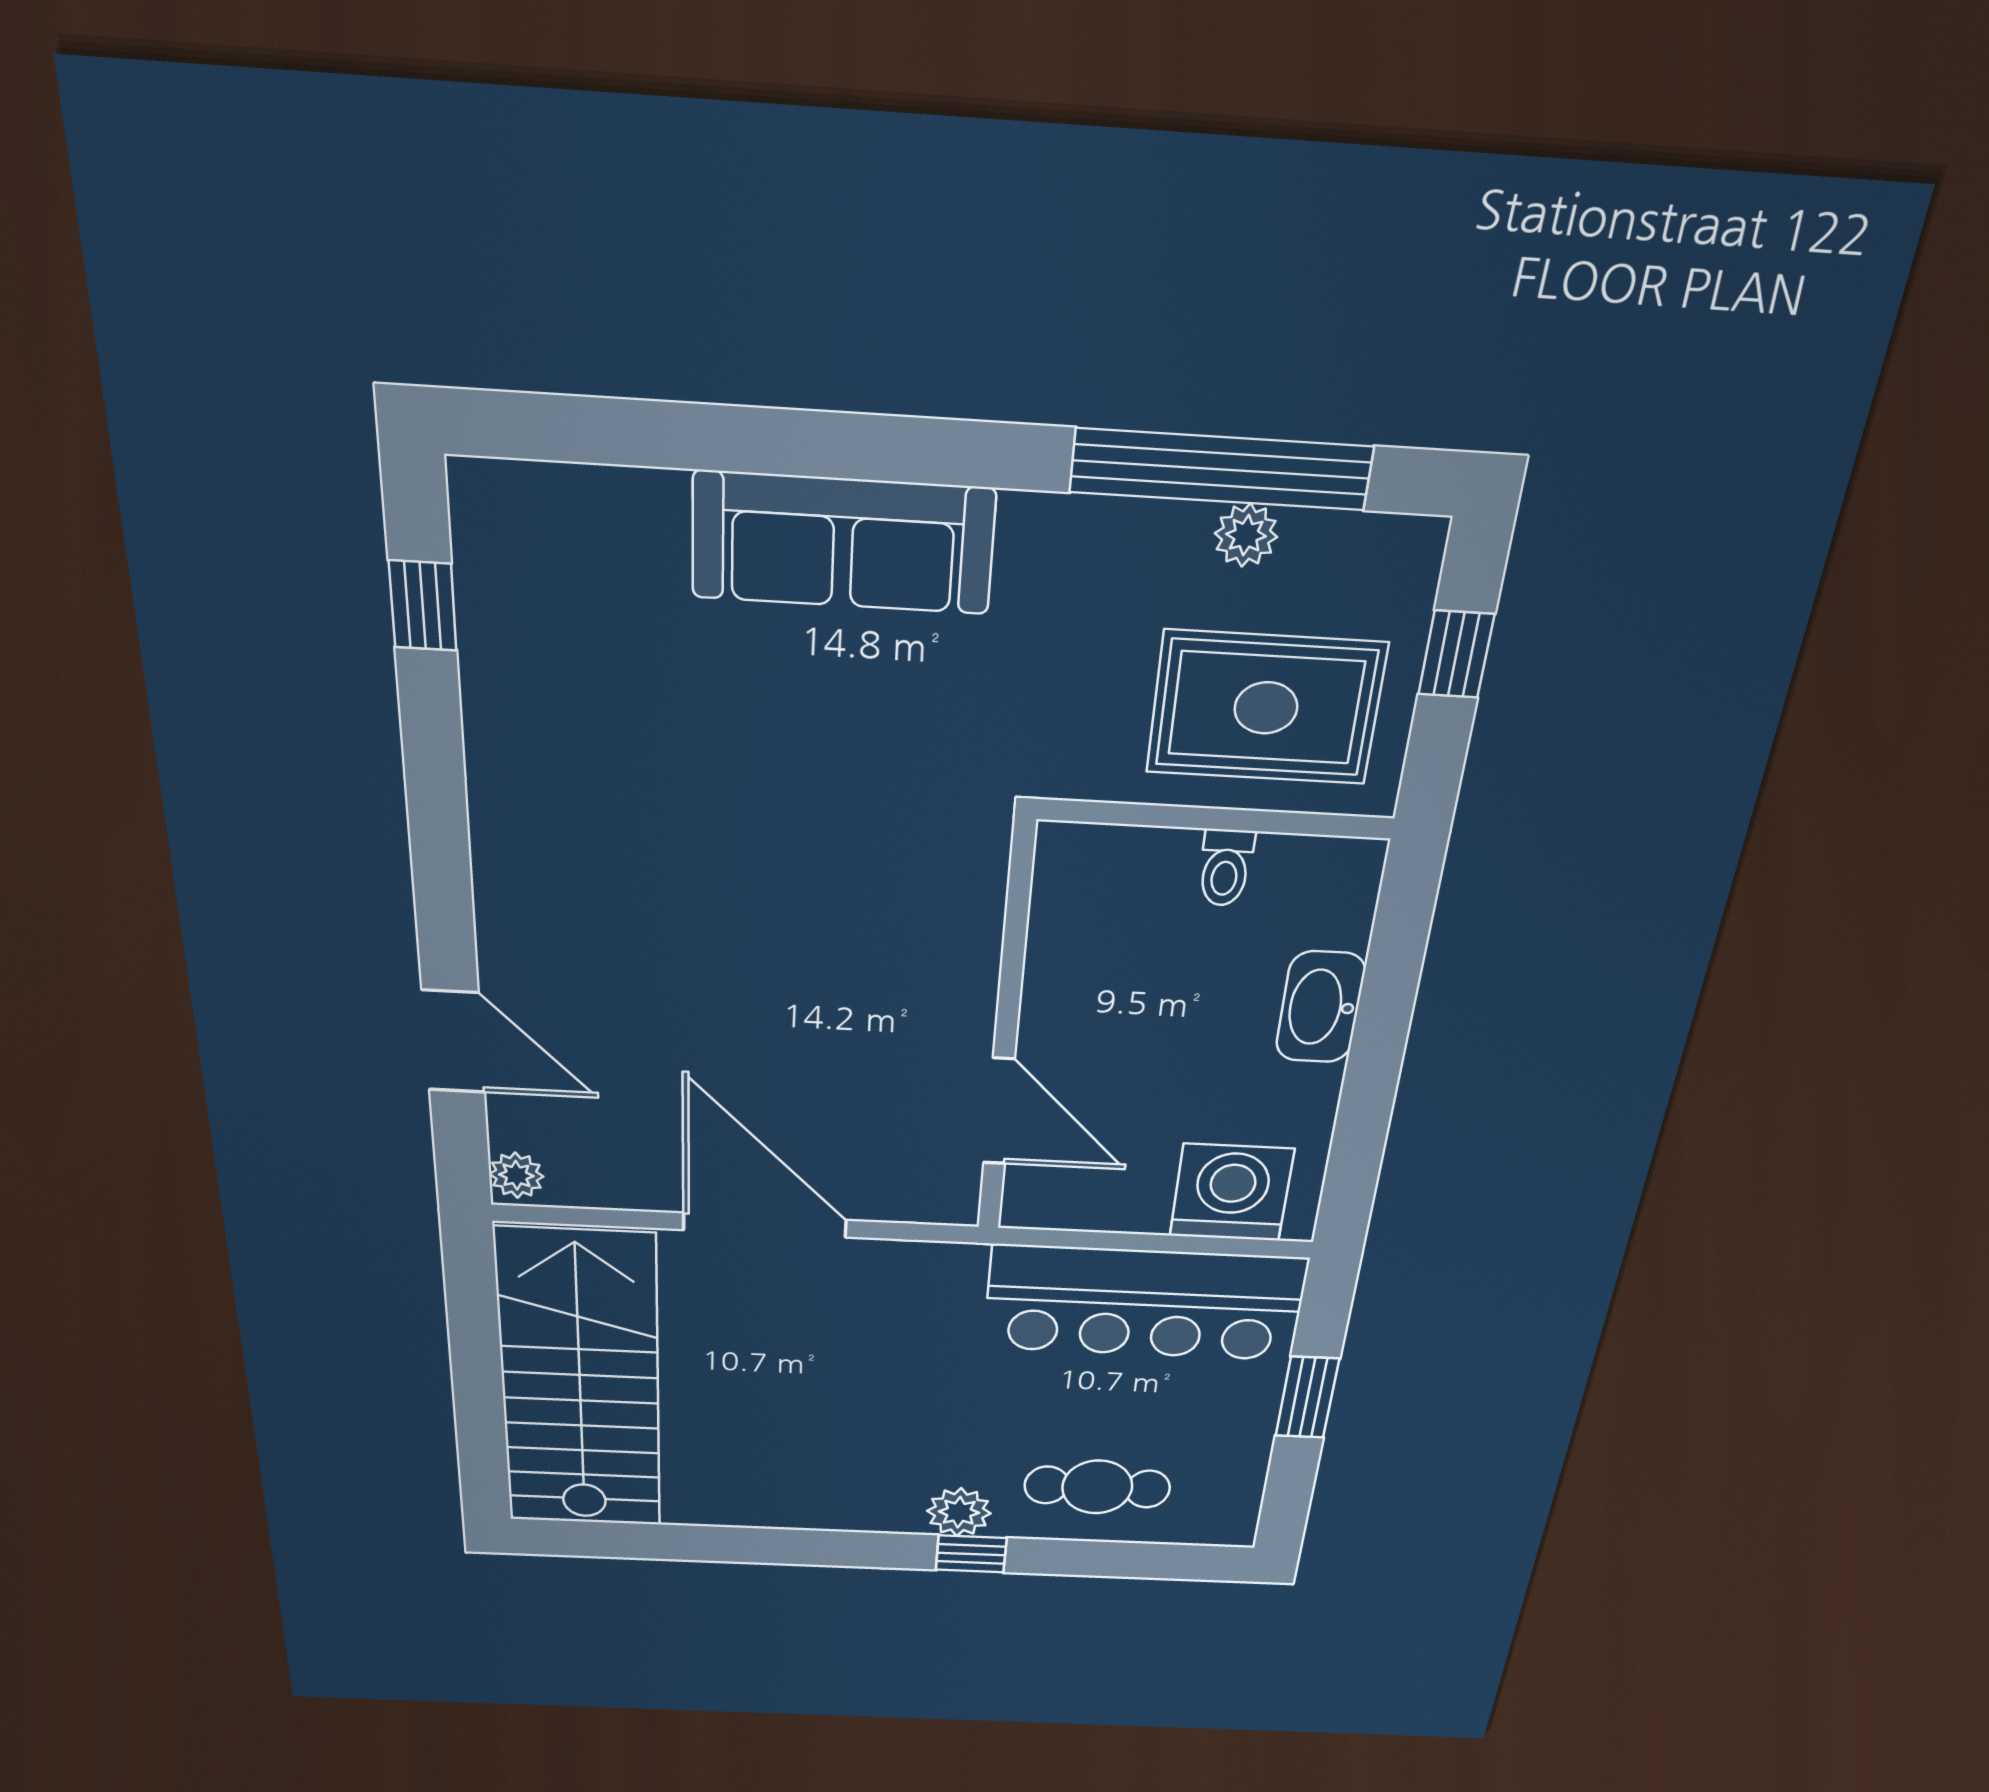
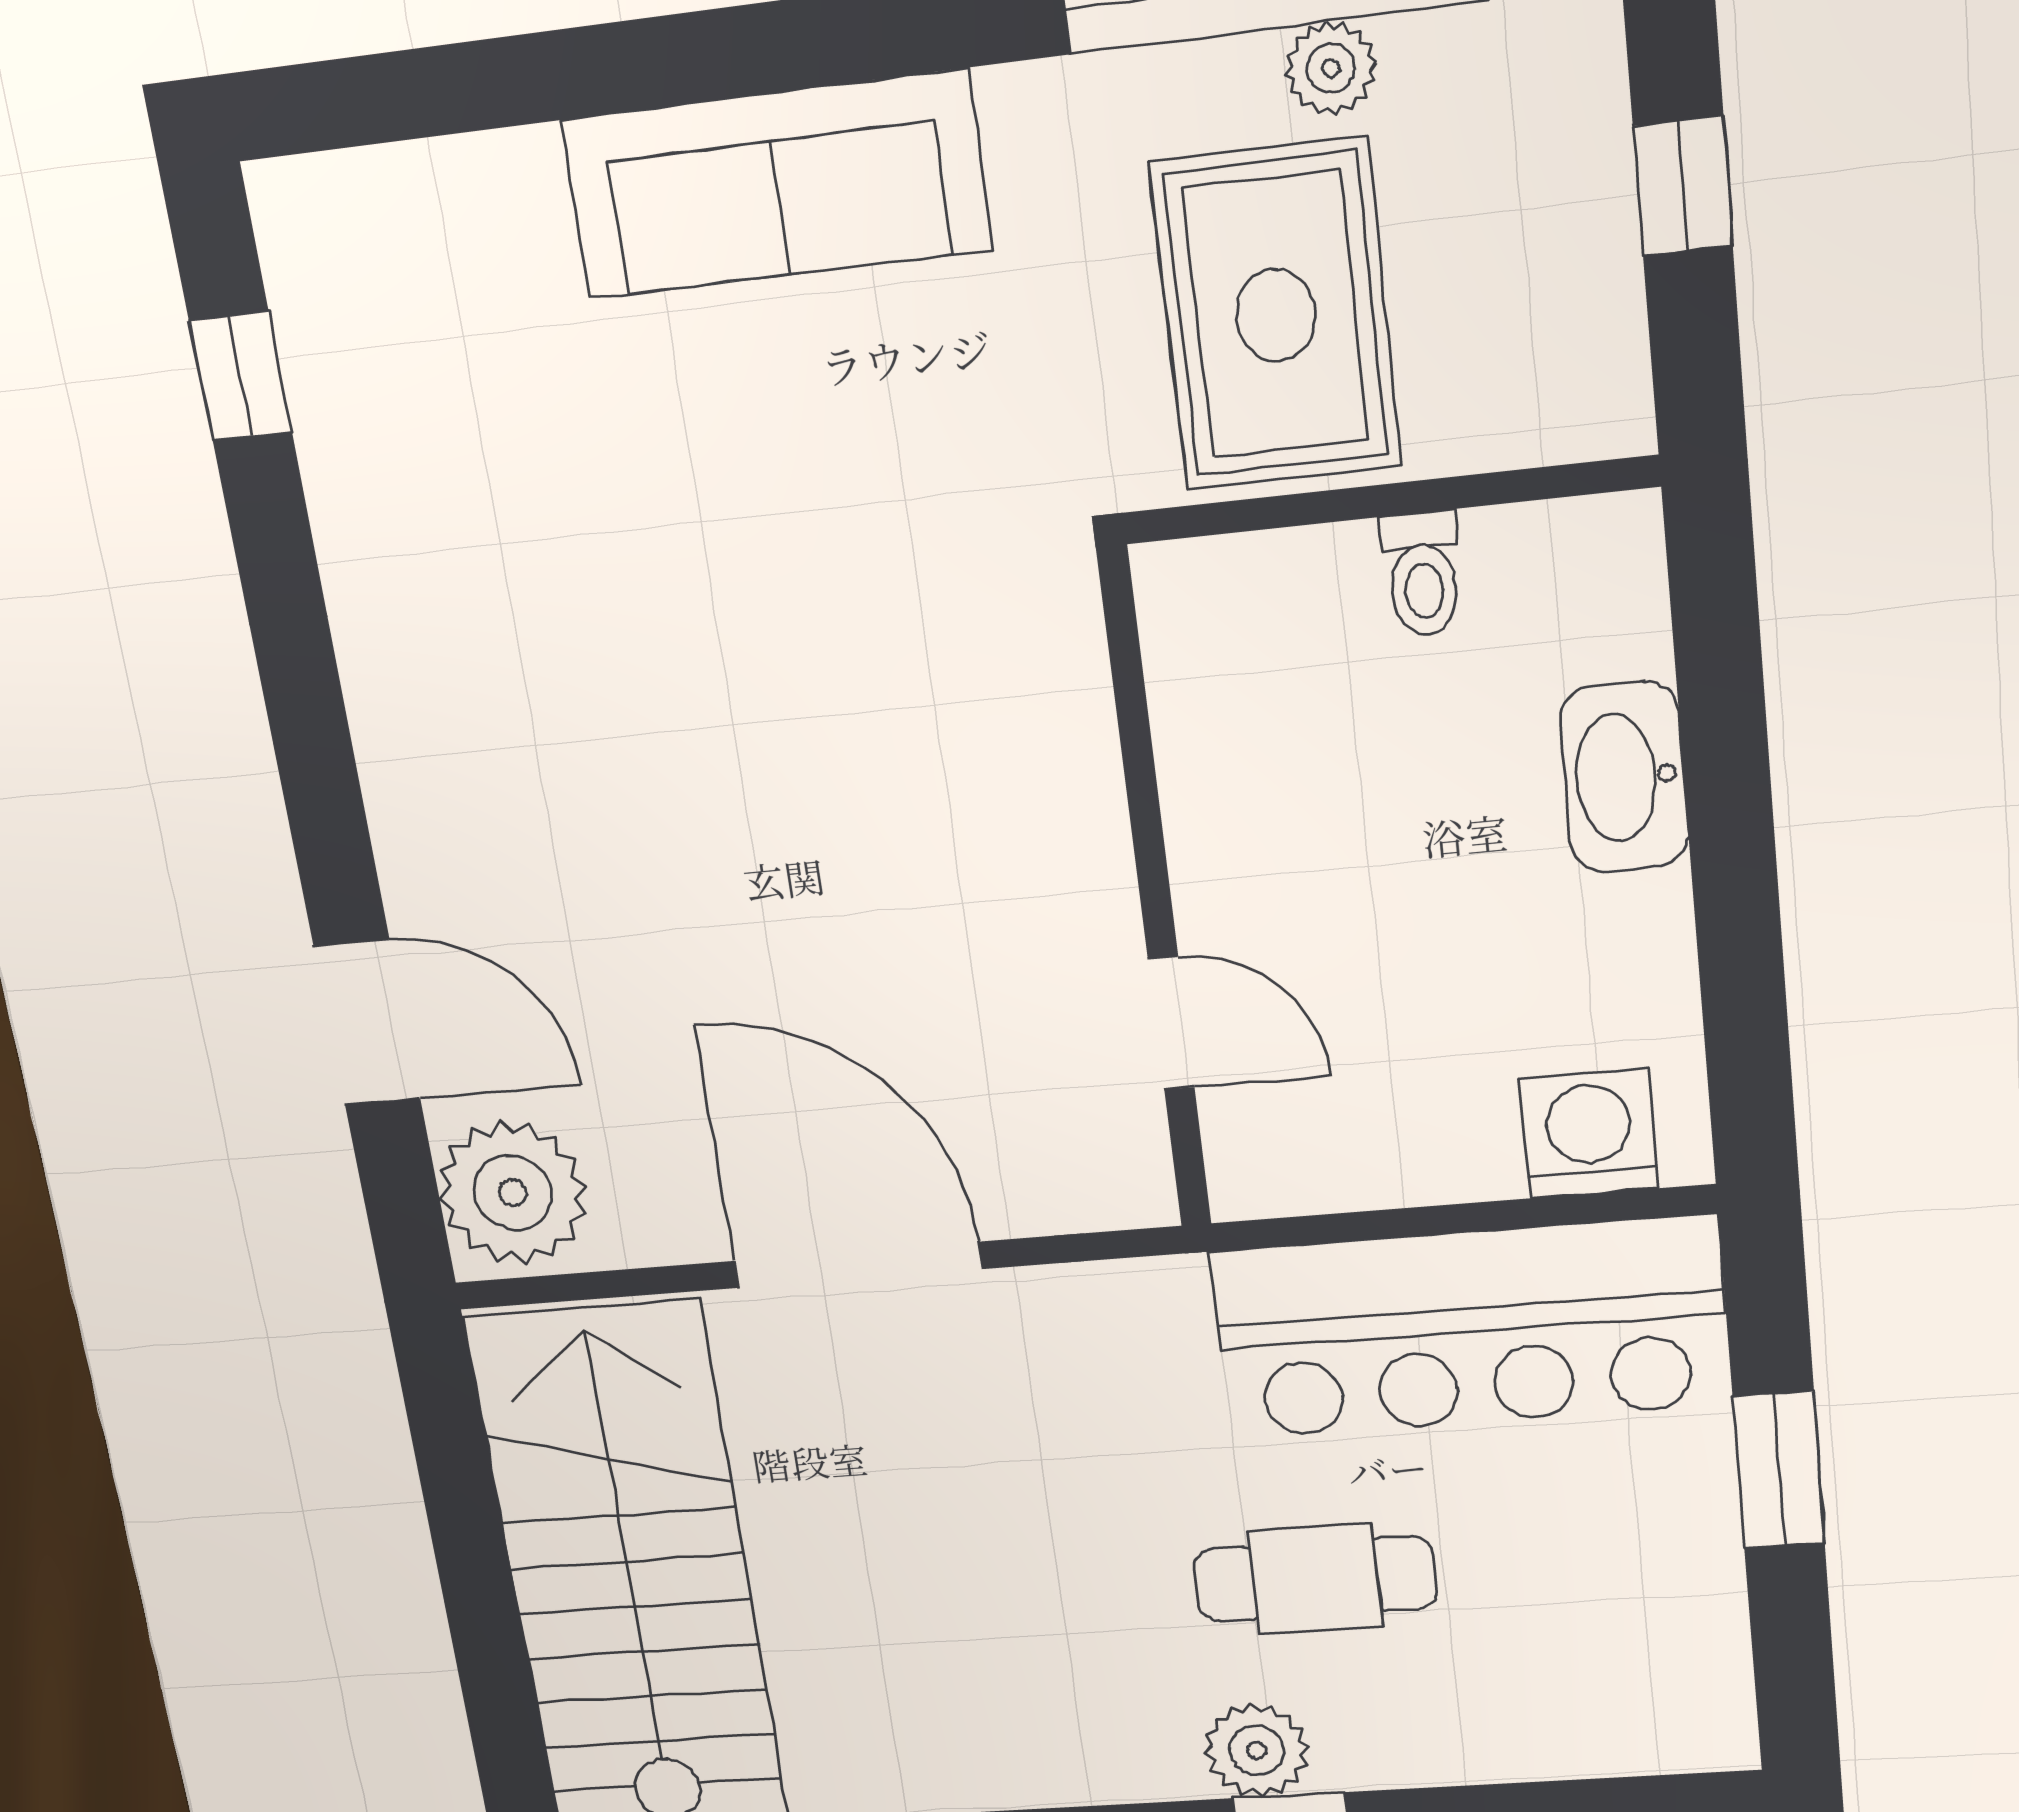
rug: (1266, 708) -> (1276, 315), moved, turned 90
door: (999, 1111) -> (1171, 1023), width x0.73
plant: (516, 1175) -> (513, 1193), width x1.87, depth x1.87
washing machine: (1232, 1193) -> (1589, 1134), width x0.73, depth x0.73
cafe table: (1097, 1487) -> (1315, 1579), moved

